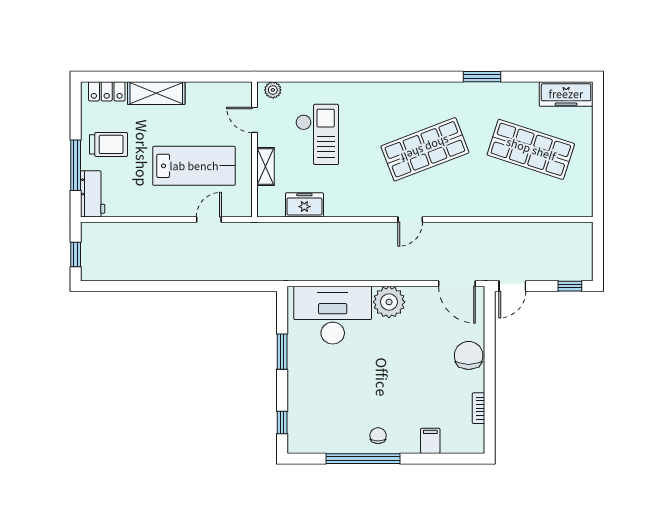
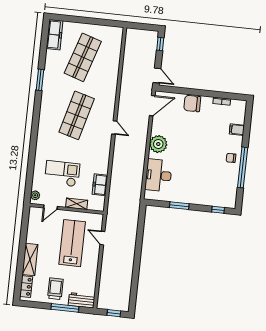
shop shelf: (425, 149) -> (77, 115), turned 36
desk: (333, 315) -> (158, 175), width x0.73, depth x0.77

